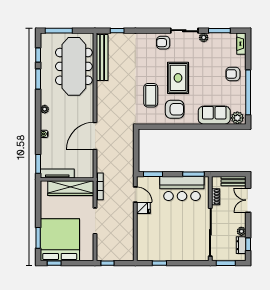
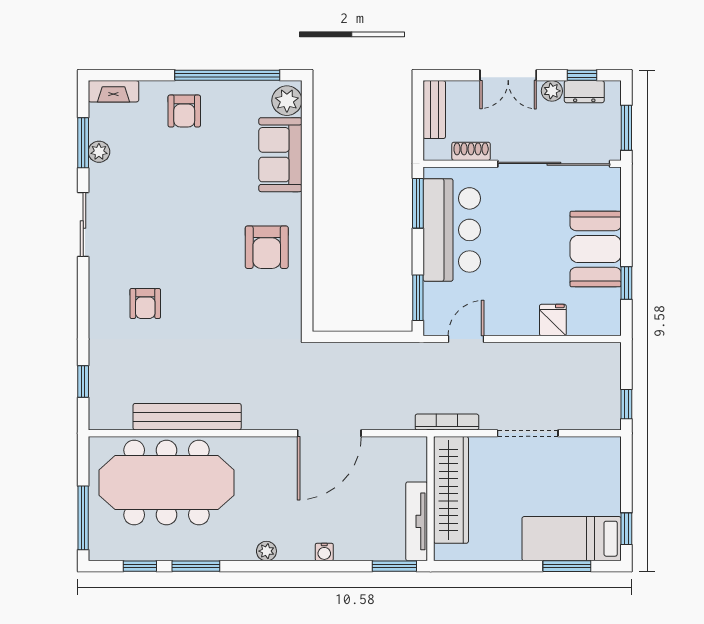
plant: (204, 37) -> (99, 152), moved
armchair: (163, 43) -> (145, 303), moved
bench: (102, 58) -> (187, 417), moved
rug: (178, 78) -> (193, 239), removed
coffee table: (151, 95) -> (234, 303), removed
armchair: (175, 109) -> (267, 247), turned 180
door: (95, 136) -> (329, 433), hinge flipped
double door: (248, 200) -> (508, 75), moved
fridge: (143, 208) -> (553, 320), moved
bed: (60, 240) -> (572, 539), width x0.49
booth: (174, 250) -> (596, 249), added

